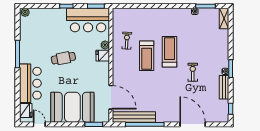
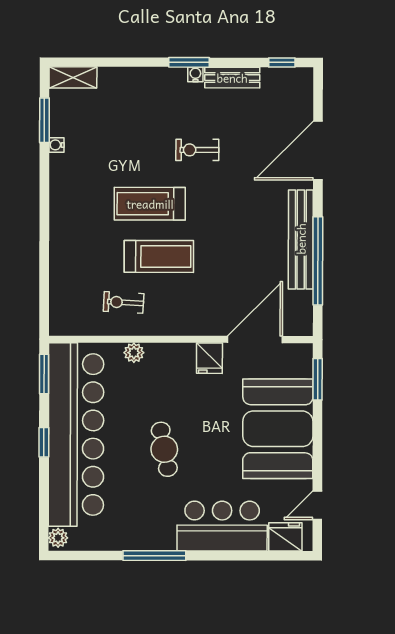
bar counter: (88, 20) -> (76, 434), width x1.86
fridge: (103, 56) -> (209, 358), moved
bench: (134, 117) -> (301, 239), moved

